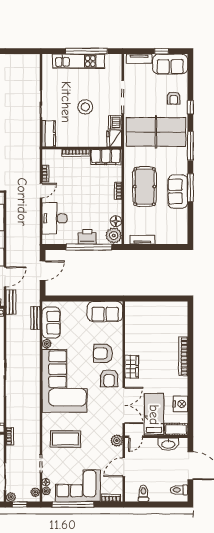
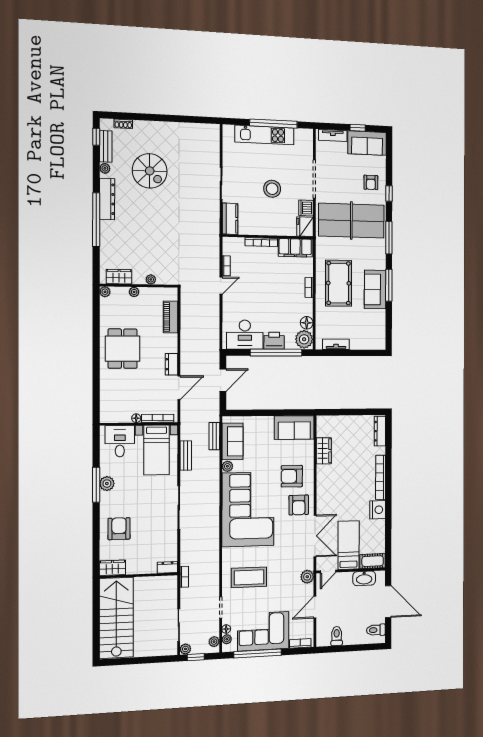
desk: (54, 218) -> (245, 335), moved, turned -90
bench: (11, 302) -> (186, 456), moved
dresser: (182, 316) -> (380, 431), added
wardrobe: (132, 367) -> (324, 451), moved
nightstand: (180, 404) -> (378, 510), moved

